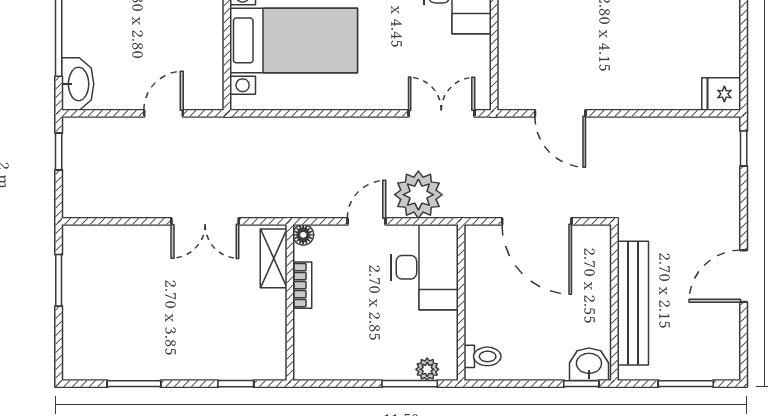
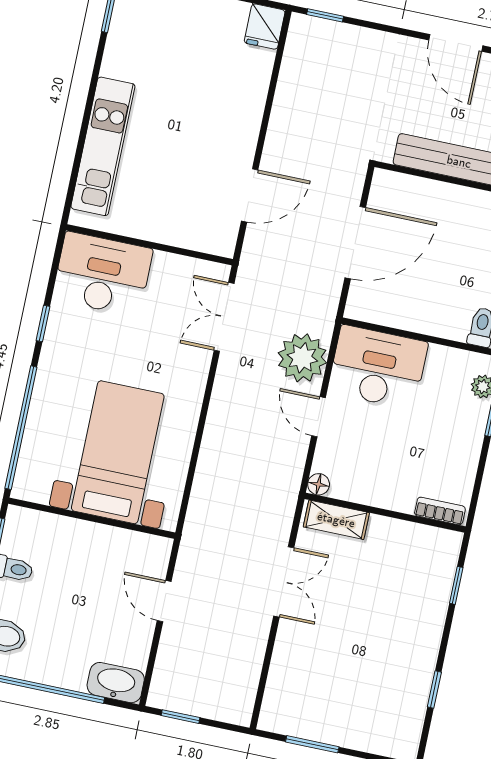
bookcase: (302, 285) -> (440, 511), moved
window: (134, 384) -> (434, 690), width x0.67

